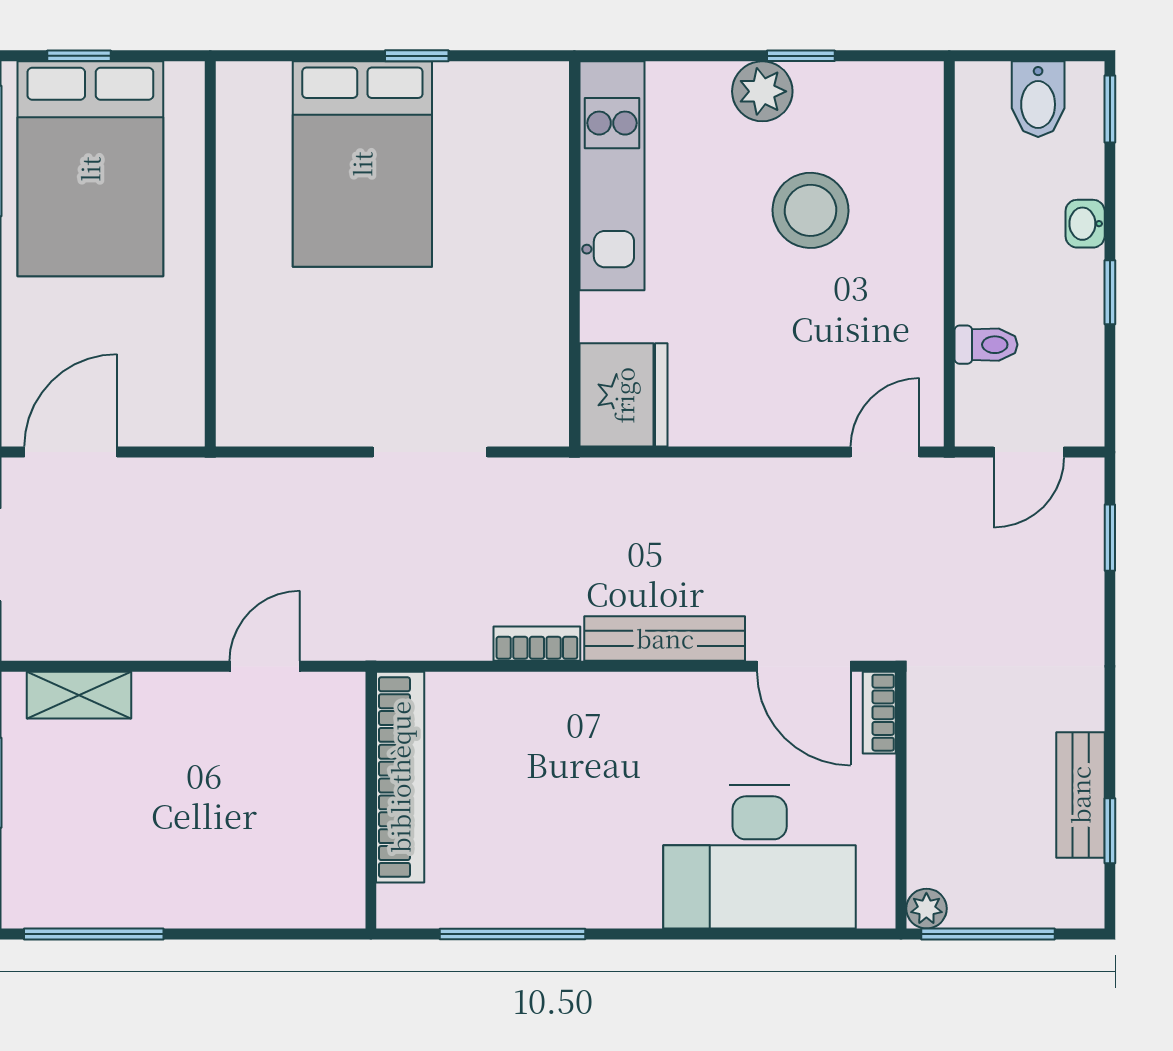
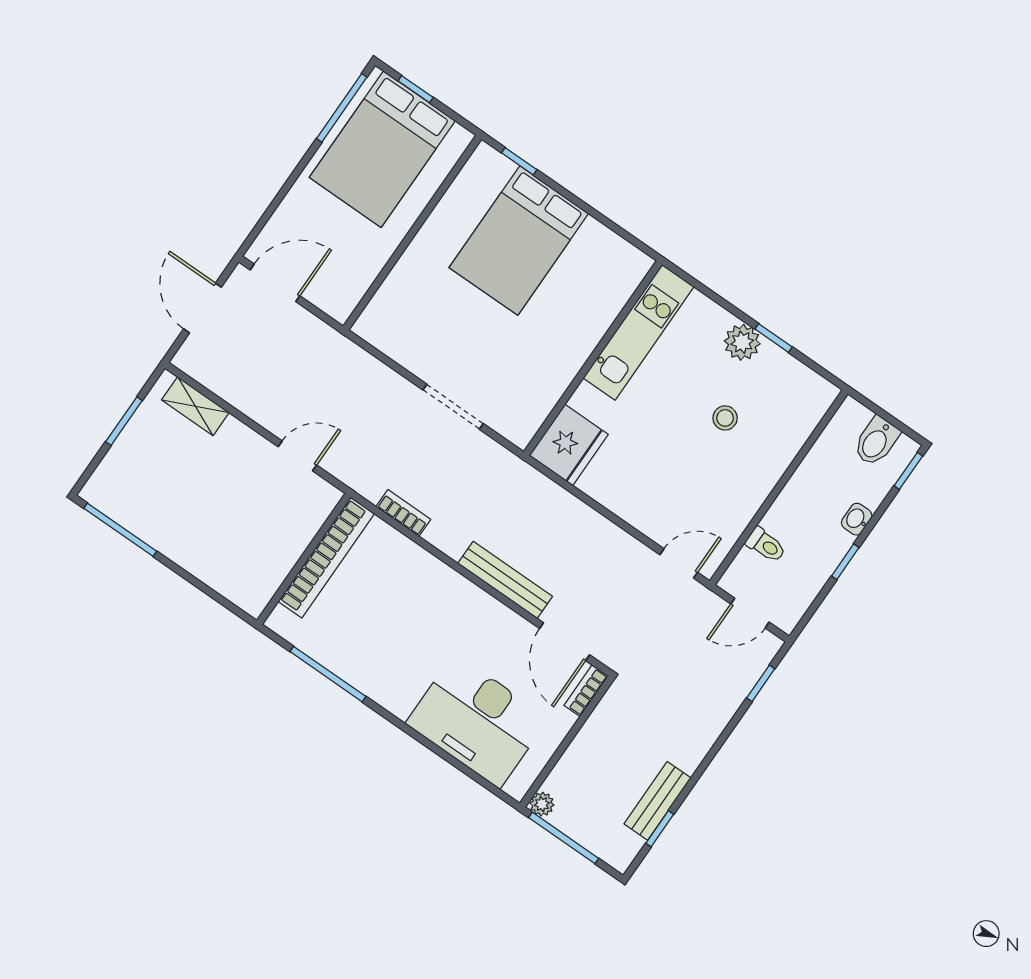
window: (417, 56) -> (519, 161), moved
stool: (811, 210) -> (725, 418), width x0.53, depth x0.53
bookcase: (537, 644) -> (403, 513), moved

